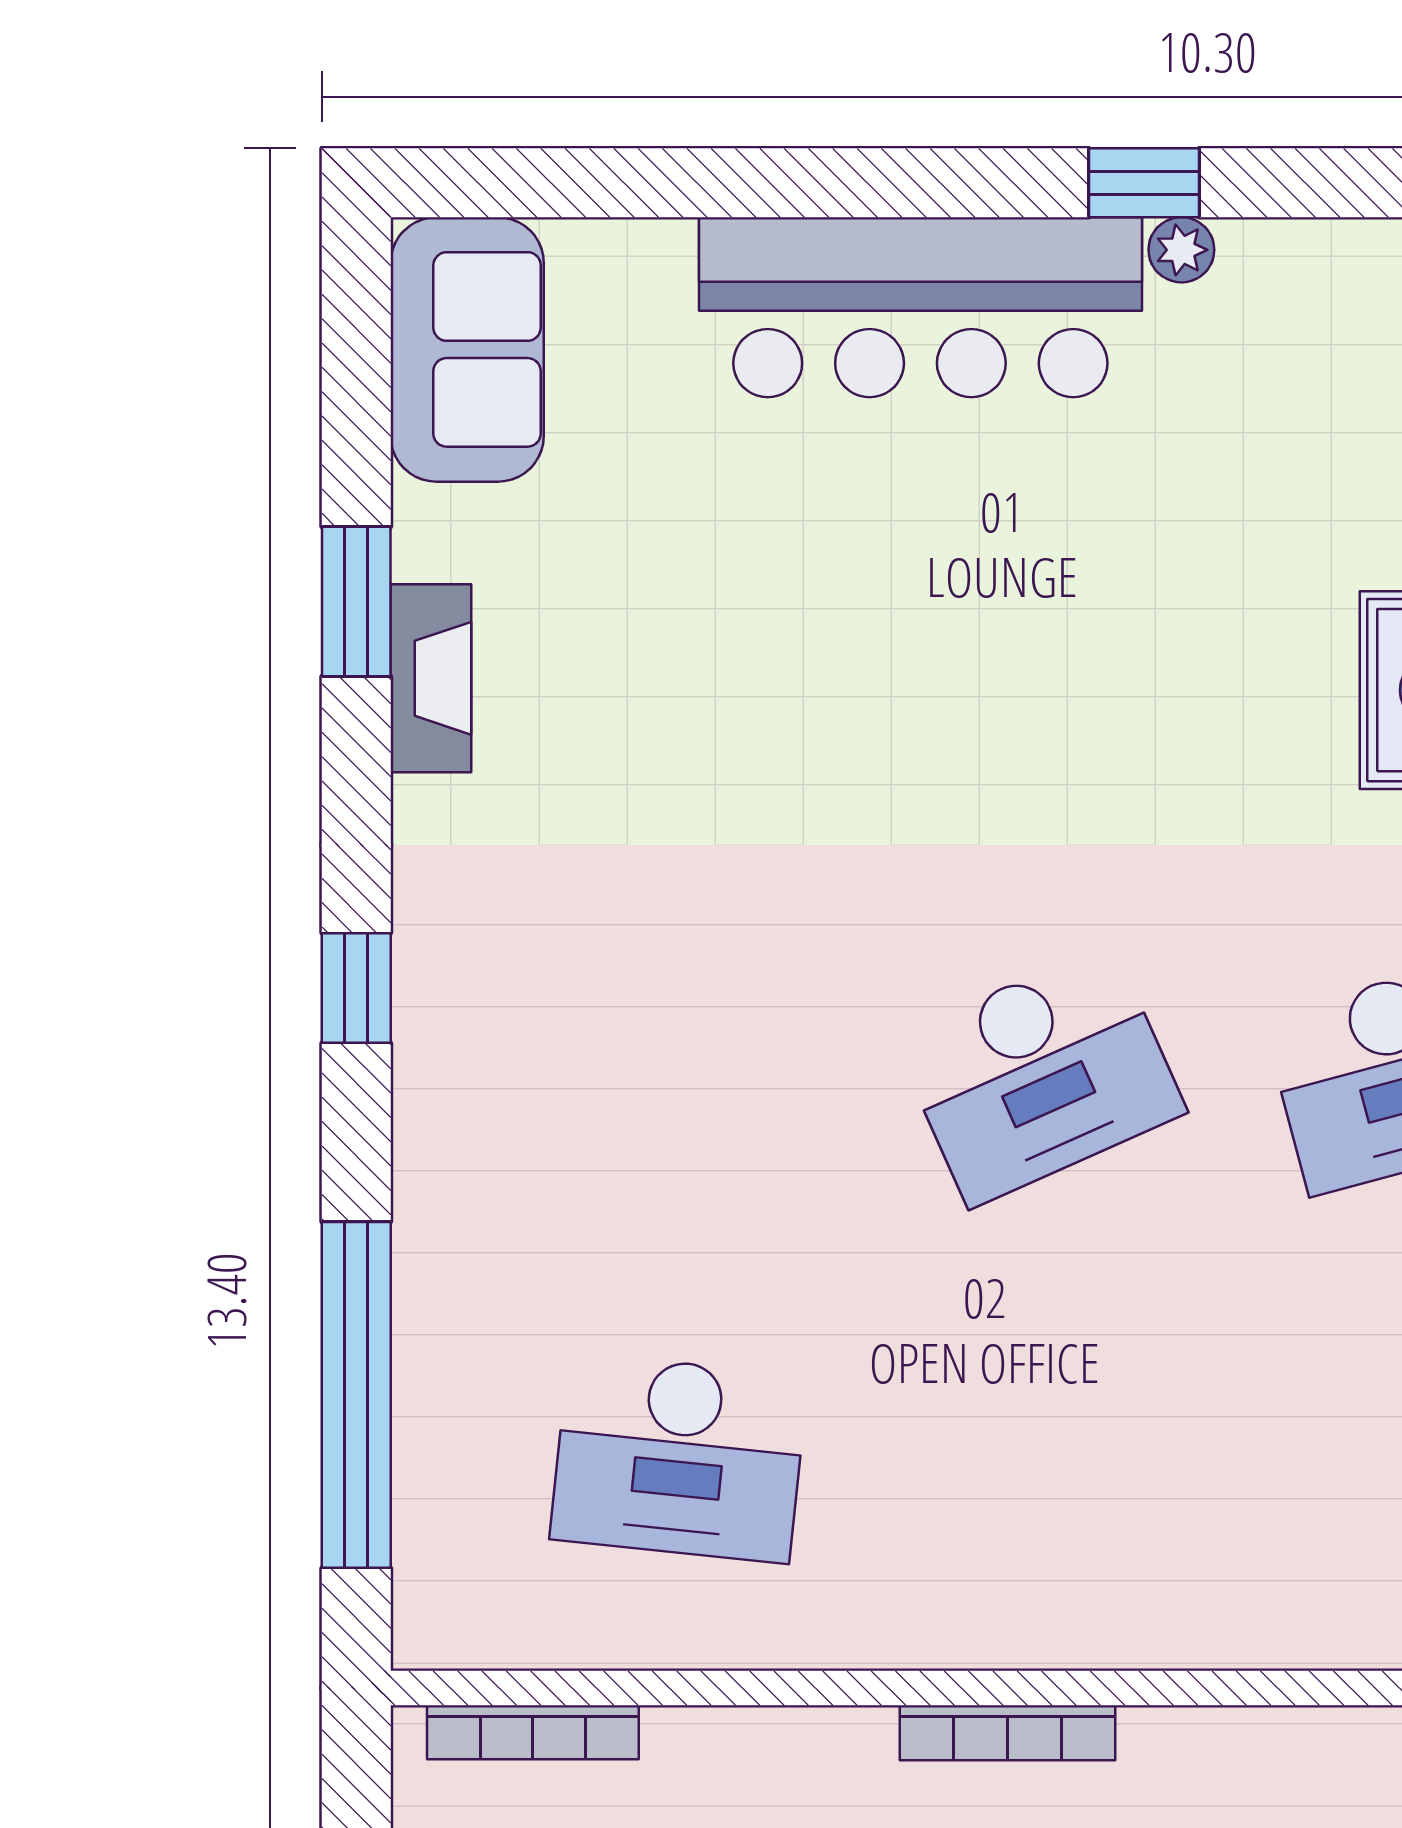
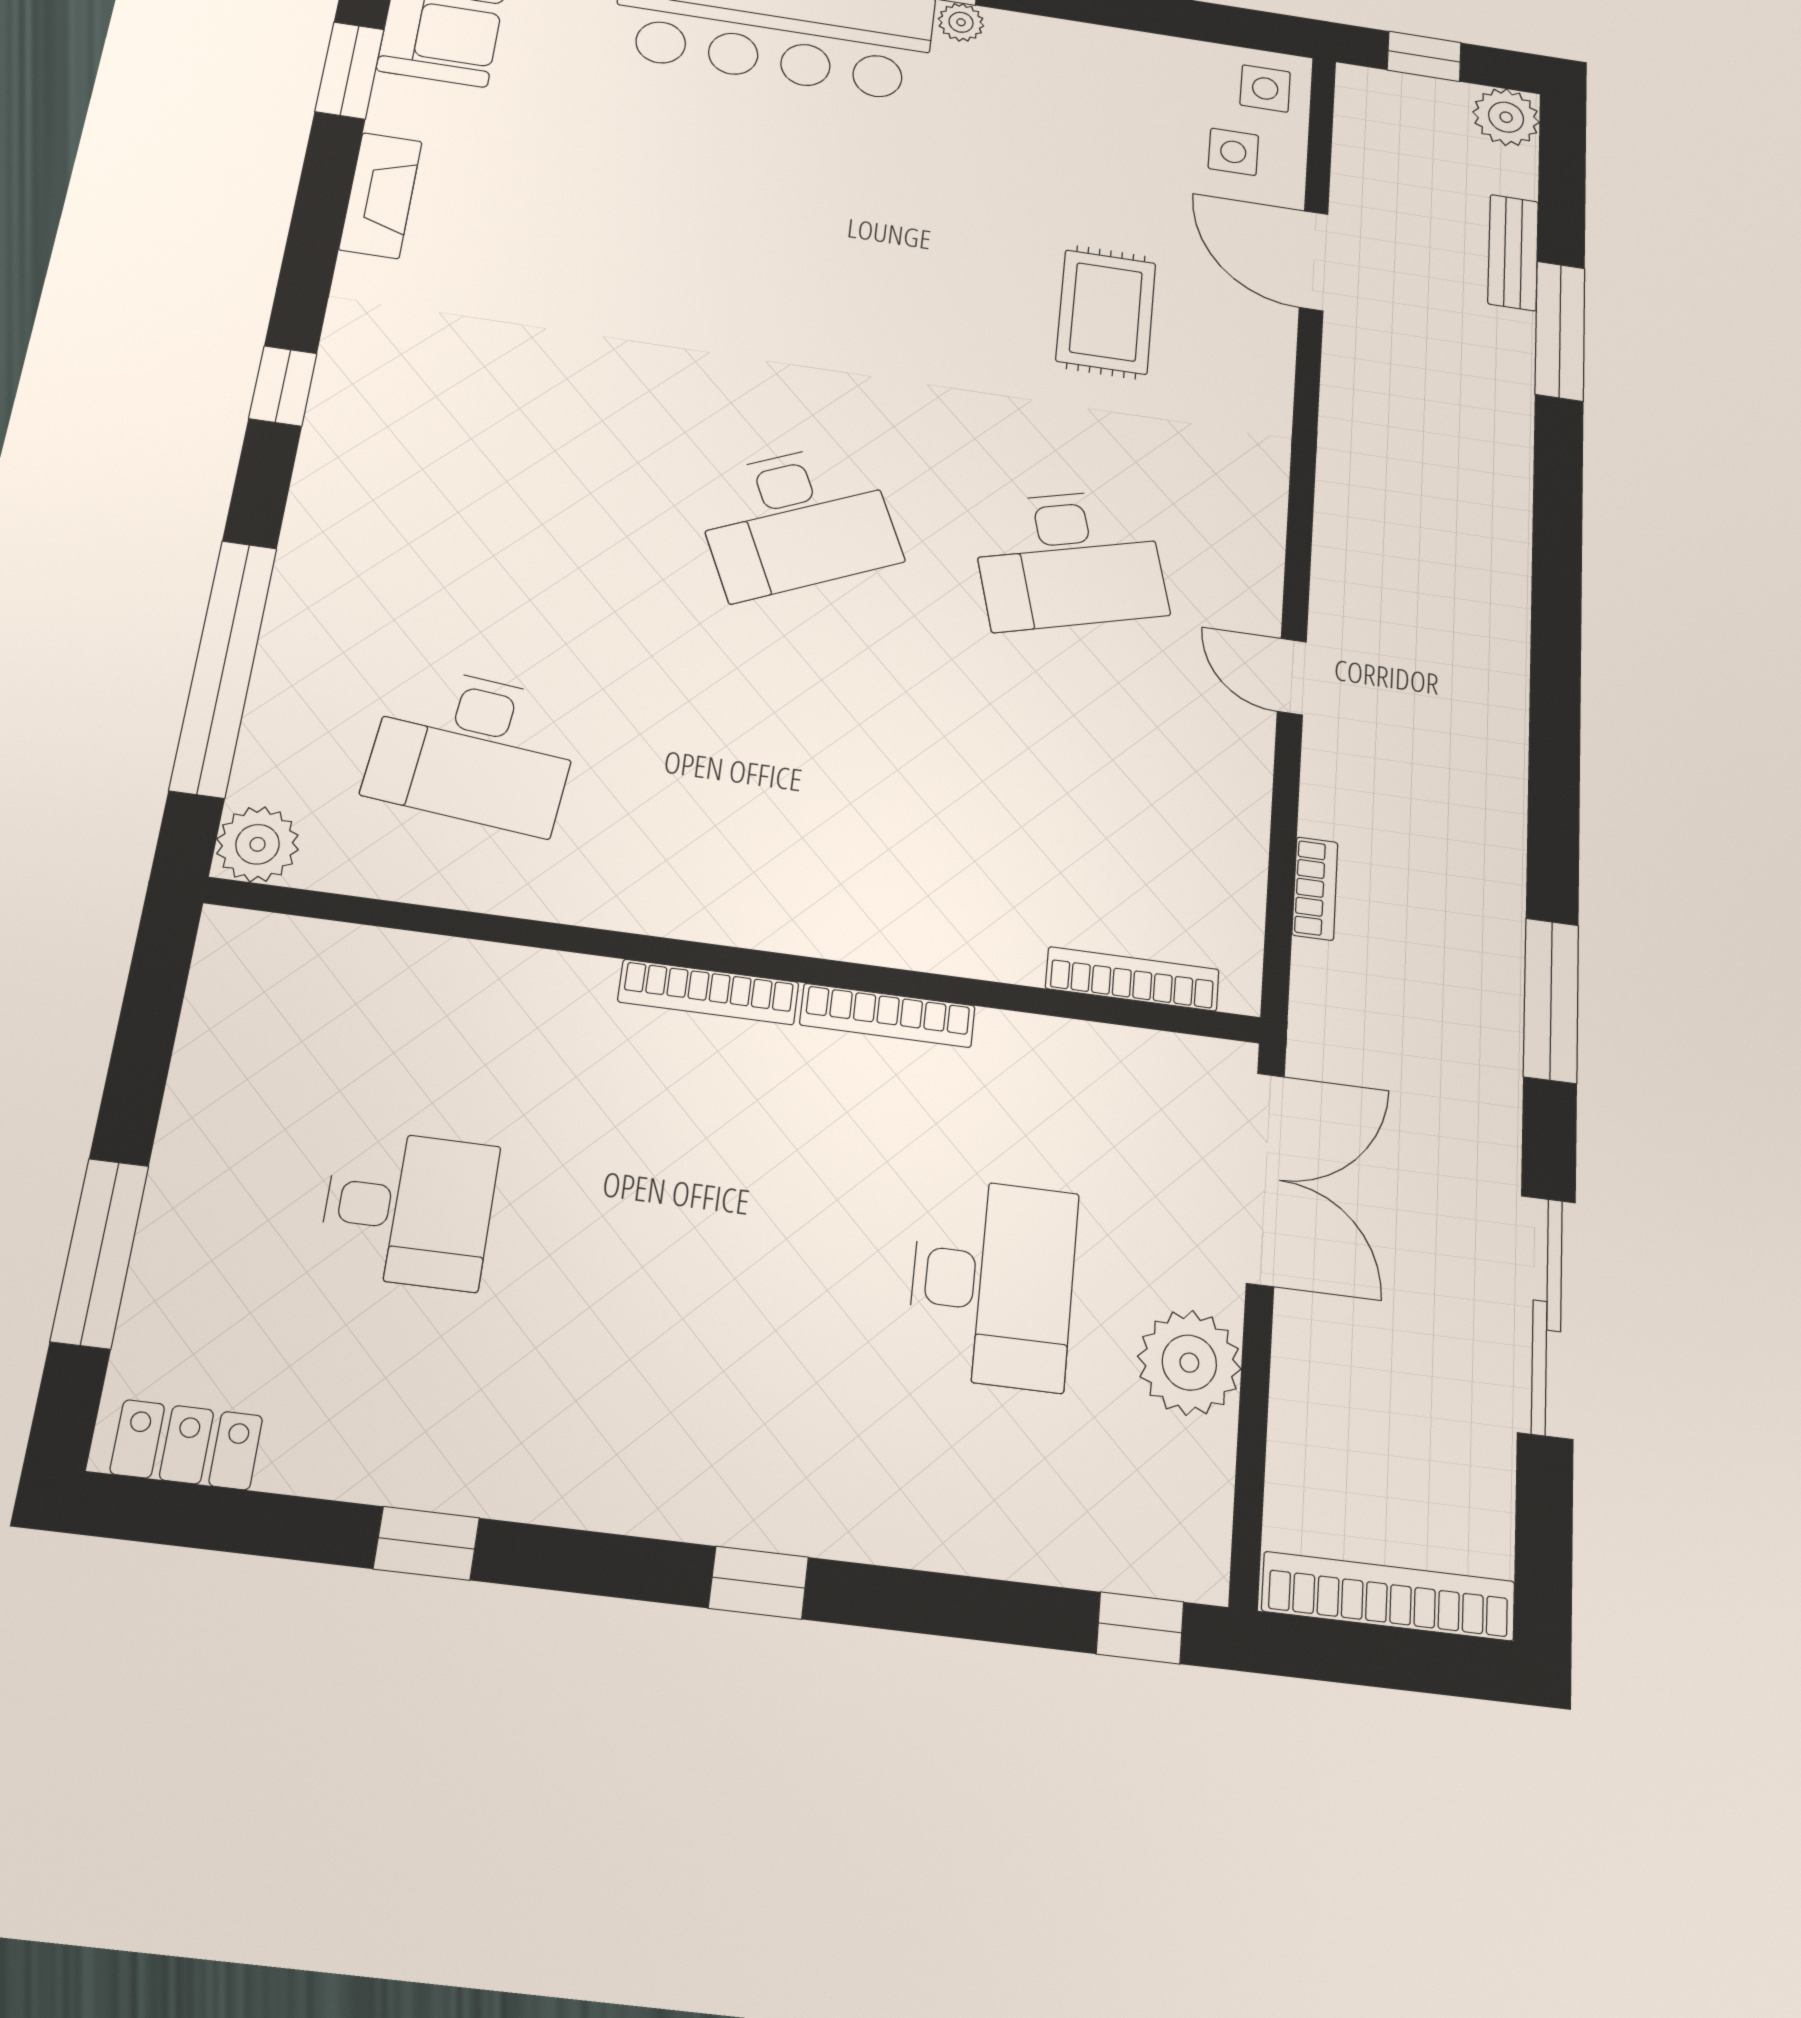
window: (356, 602) -> (350, 70), moved
plant: (440, 1621) -> (258, 844), added
bookcase: (533, 1732) -> (888, 1015), moved

